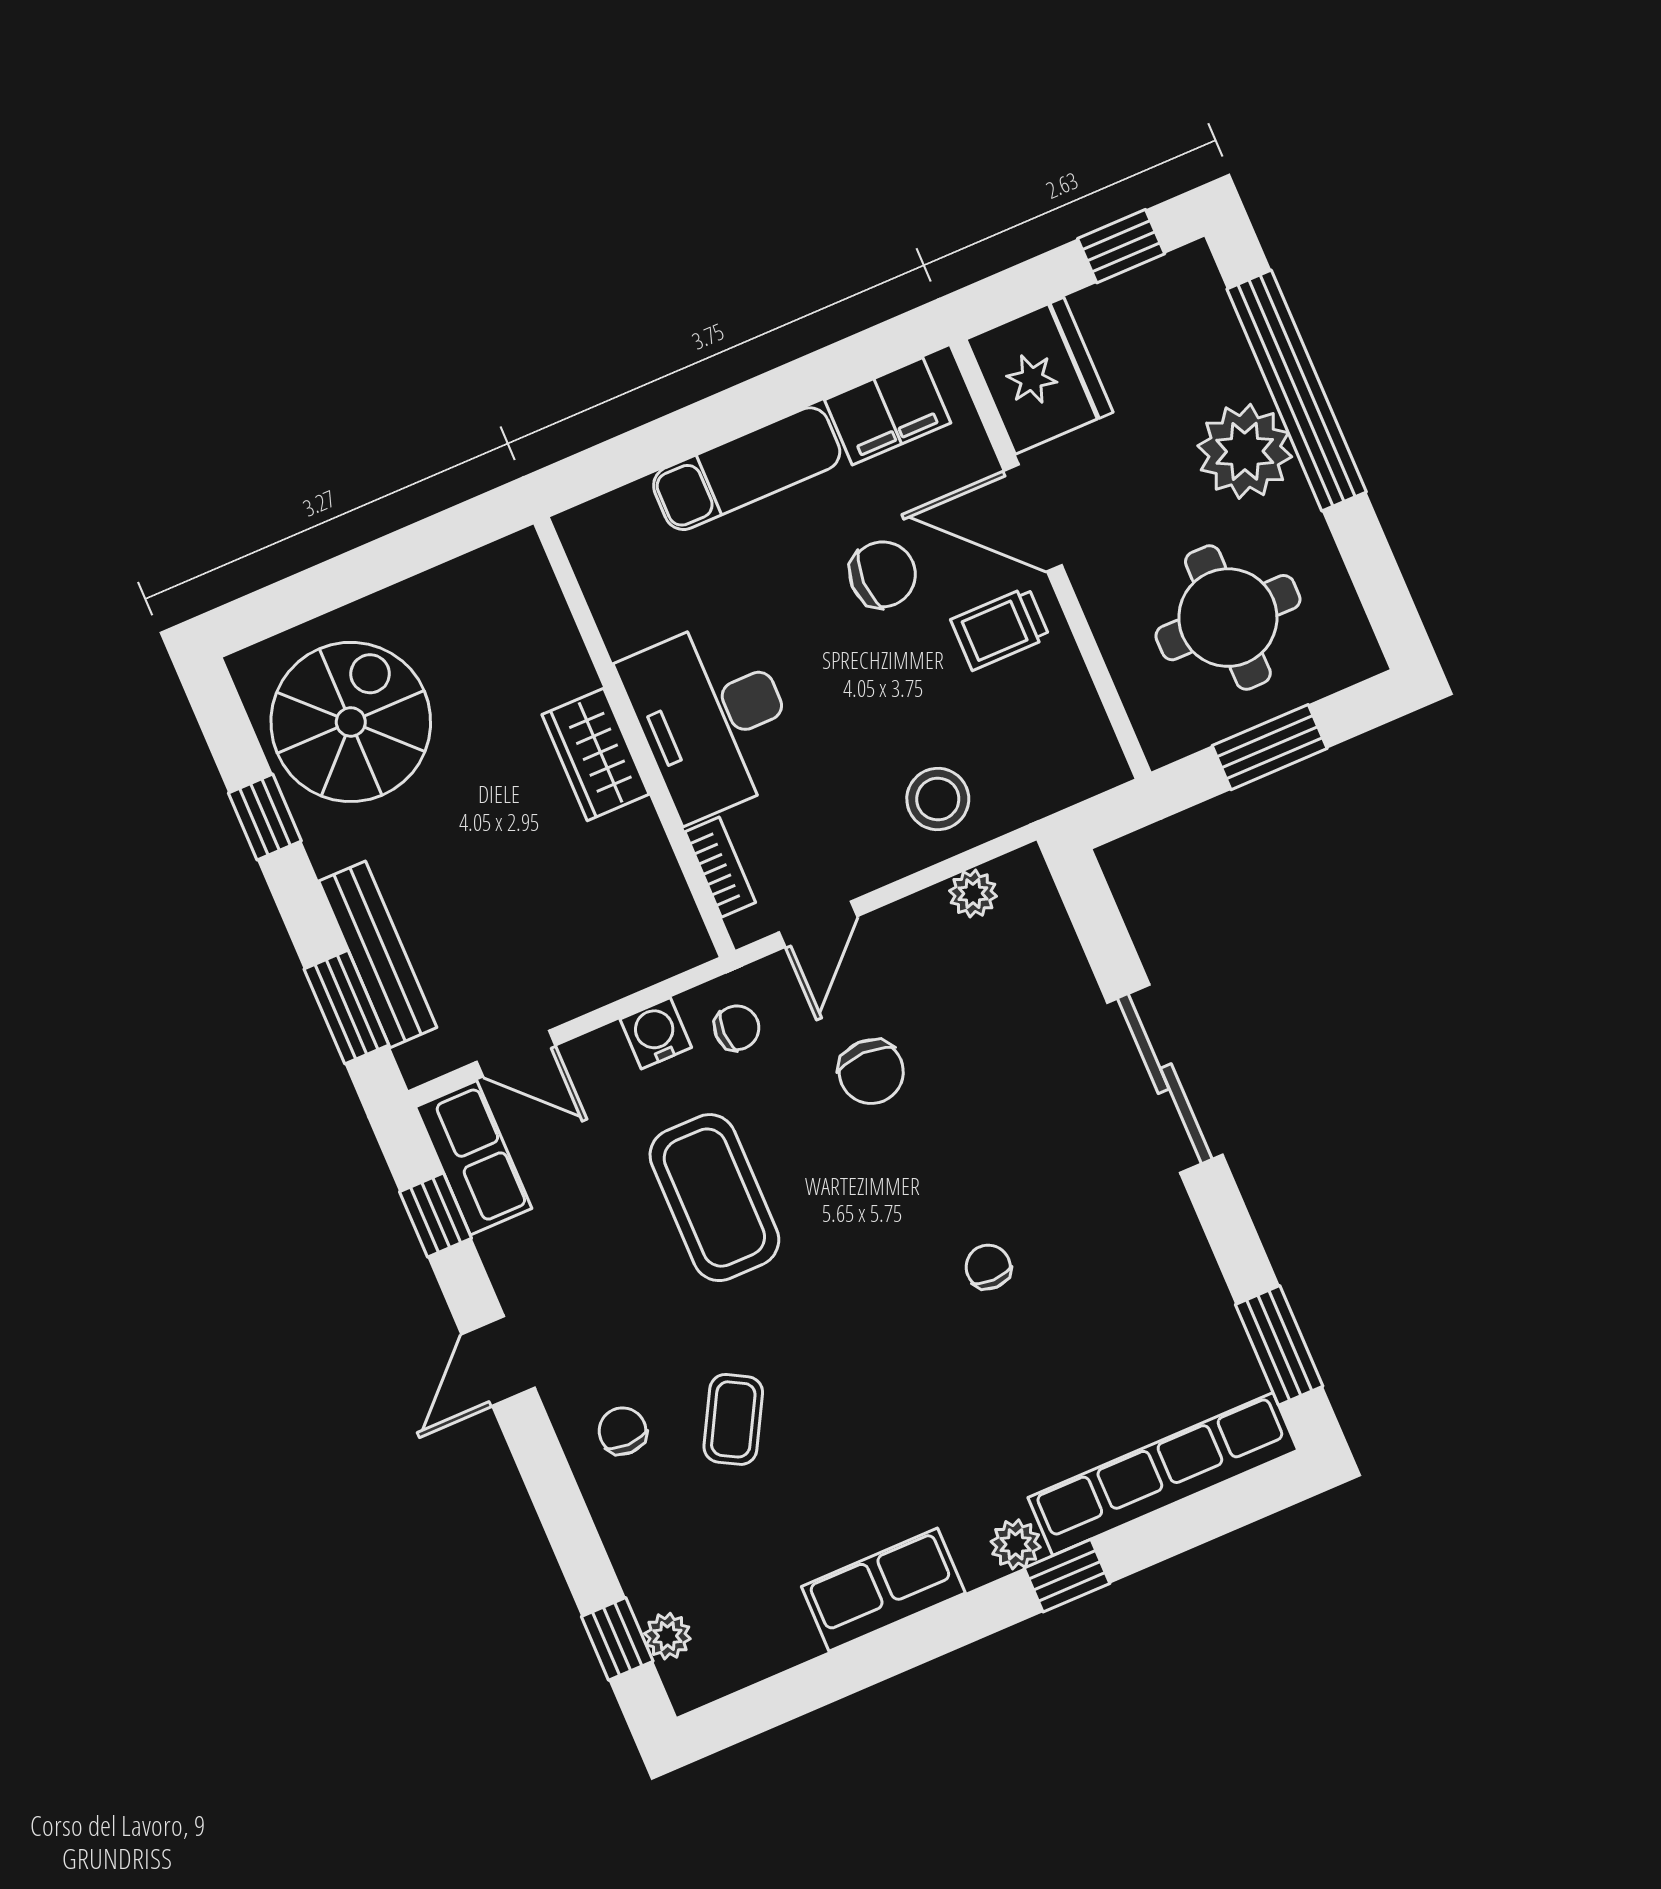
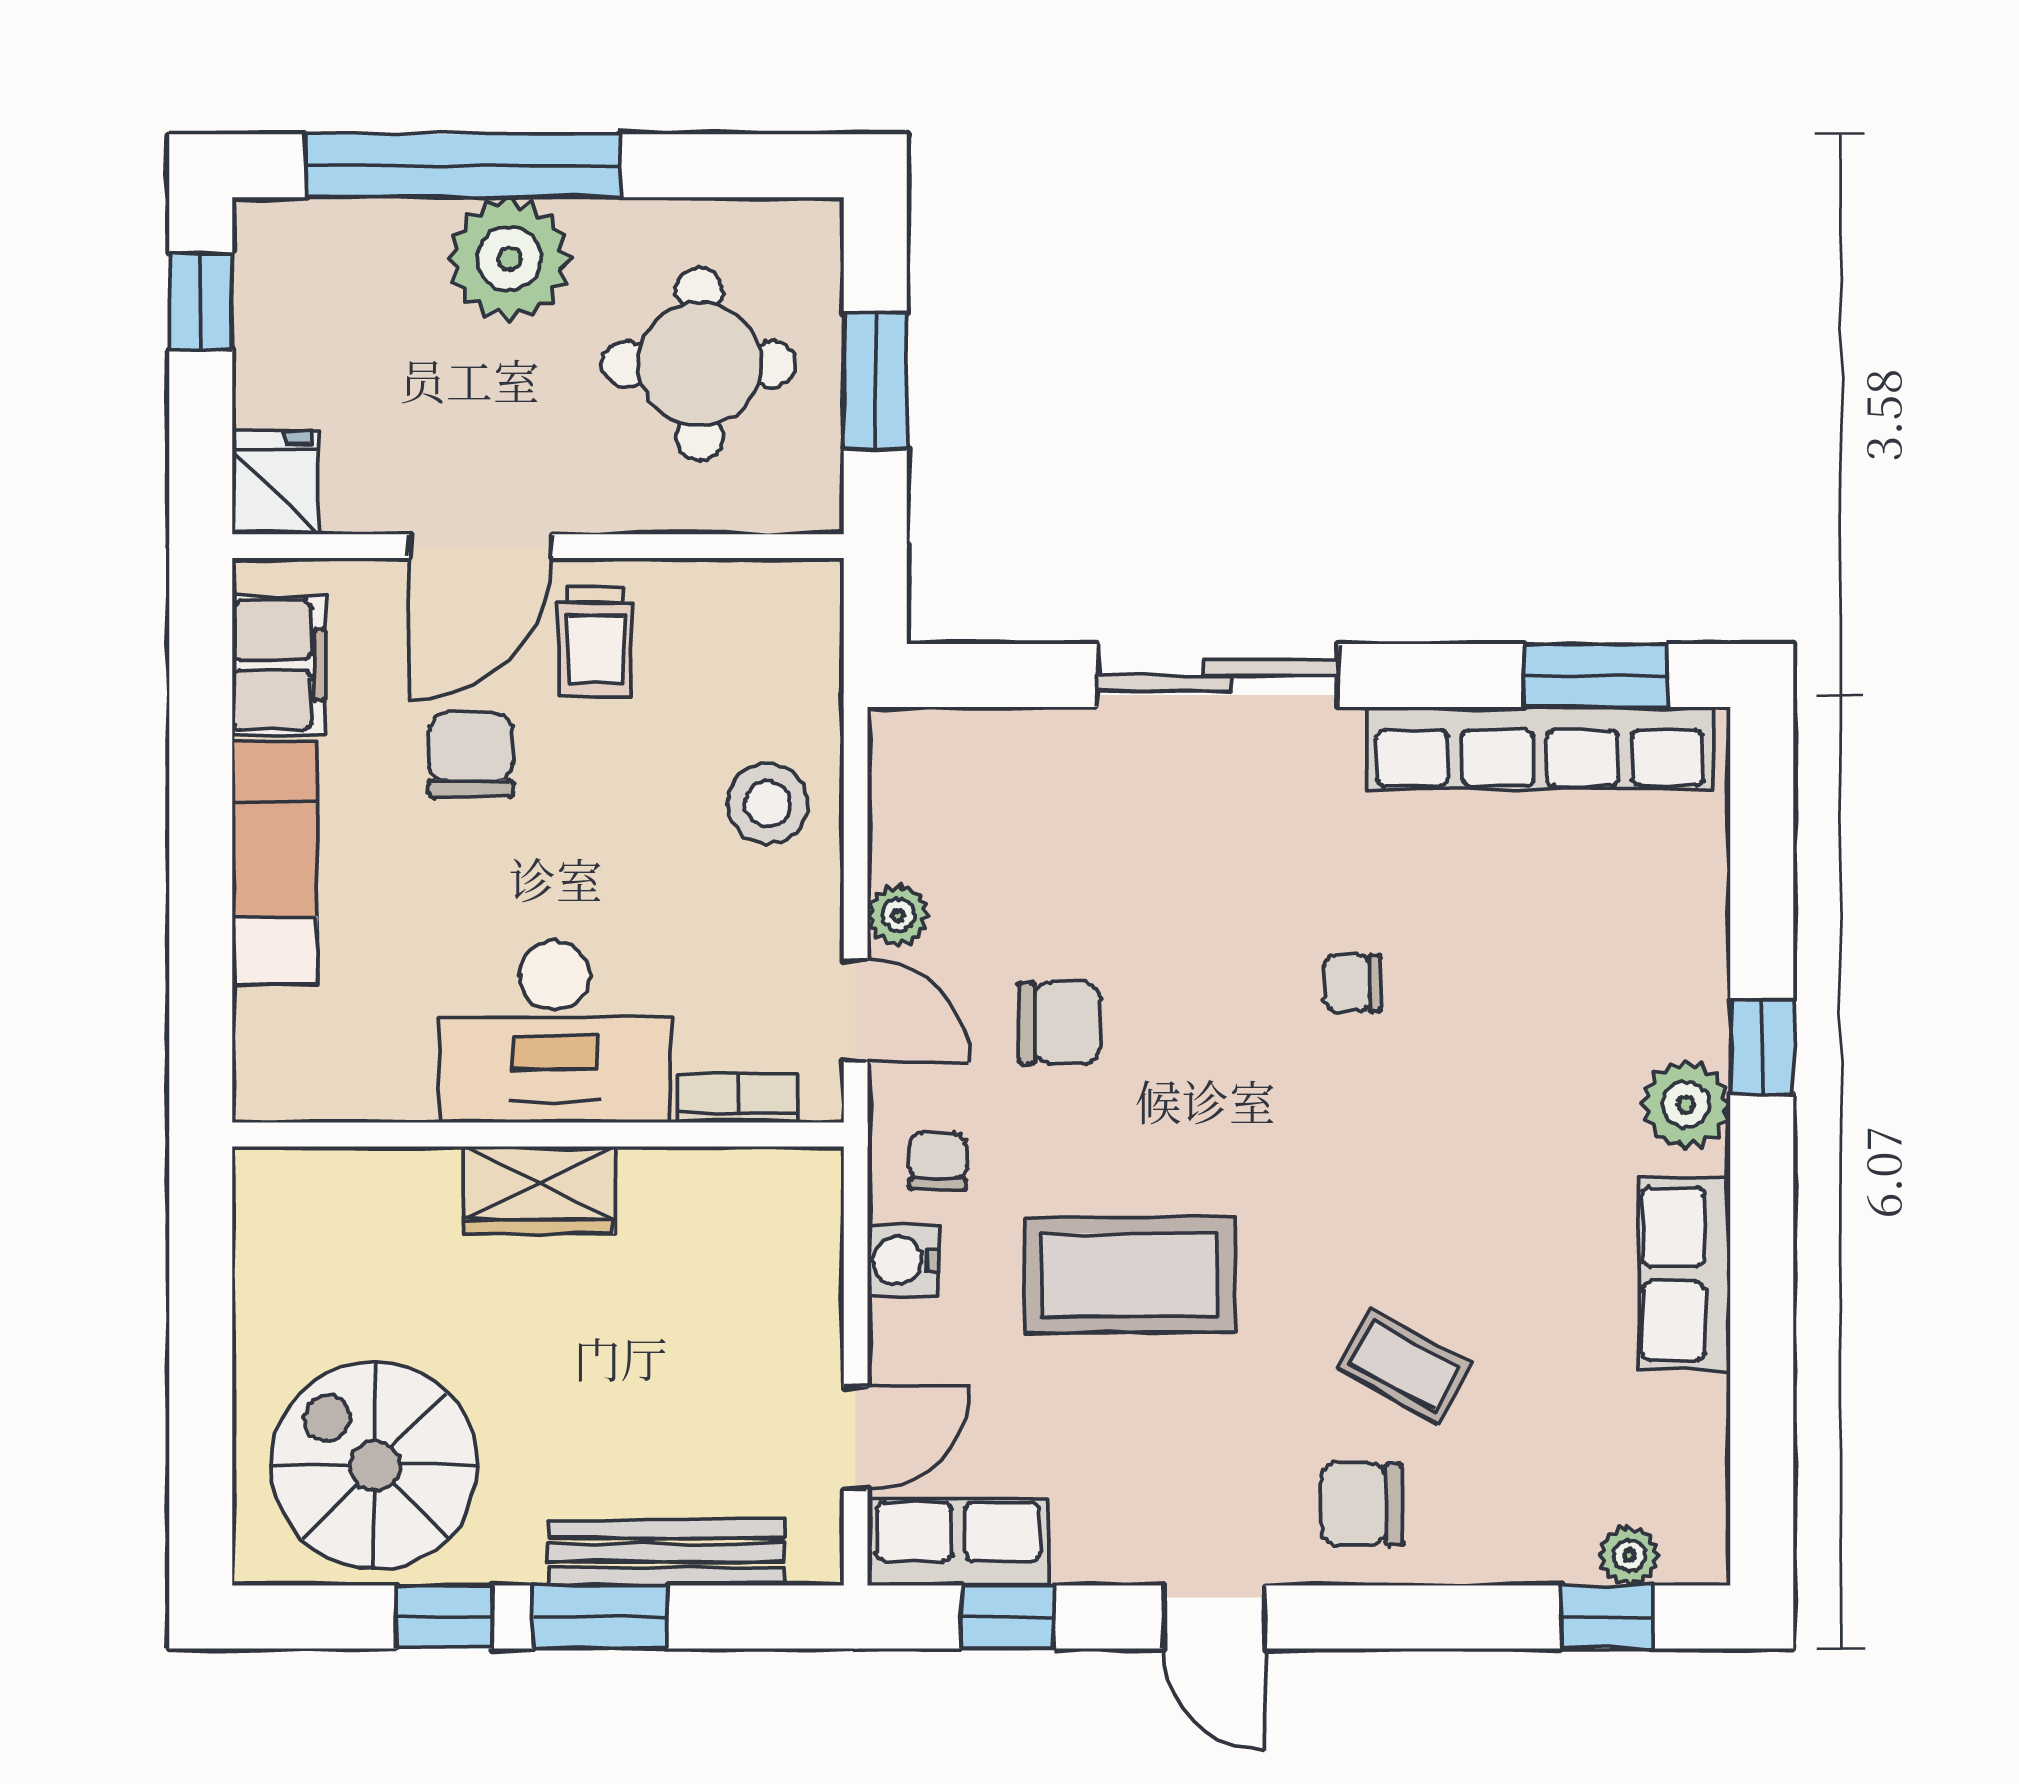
fridge: (1040, 376) -> (275, 483), width x0.53, depth x0.75
plant: (973, 894) -> (898, 915), moved
window: (346, 1007) -> (600, 1617), moved
chair: (623, 1431) -> (1361, 1504), width x1.37, depth x1.37
row of seats: (1163, 1474) -> (1540, 748), moved, turned -90
plant: (1016, 1544) -> (1686, 1105), width x1.38, depth x1.38

